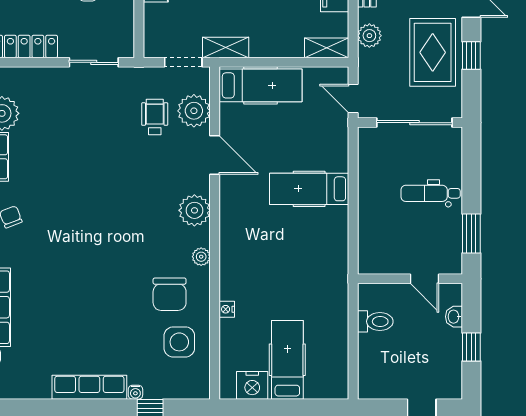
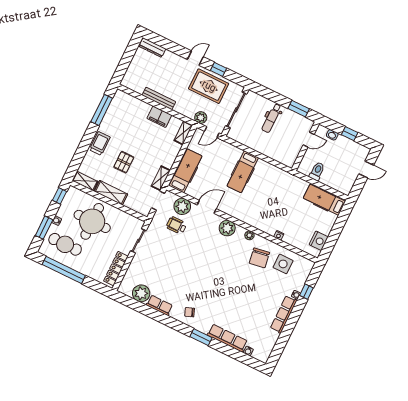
plant: (369, 36) -> (201, 118), moved
chair: (170, 294) -> (259, 258), turned 81
hospital bed: (287, 360) -> (324, 200), moved

